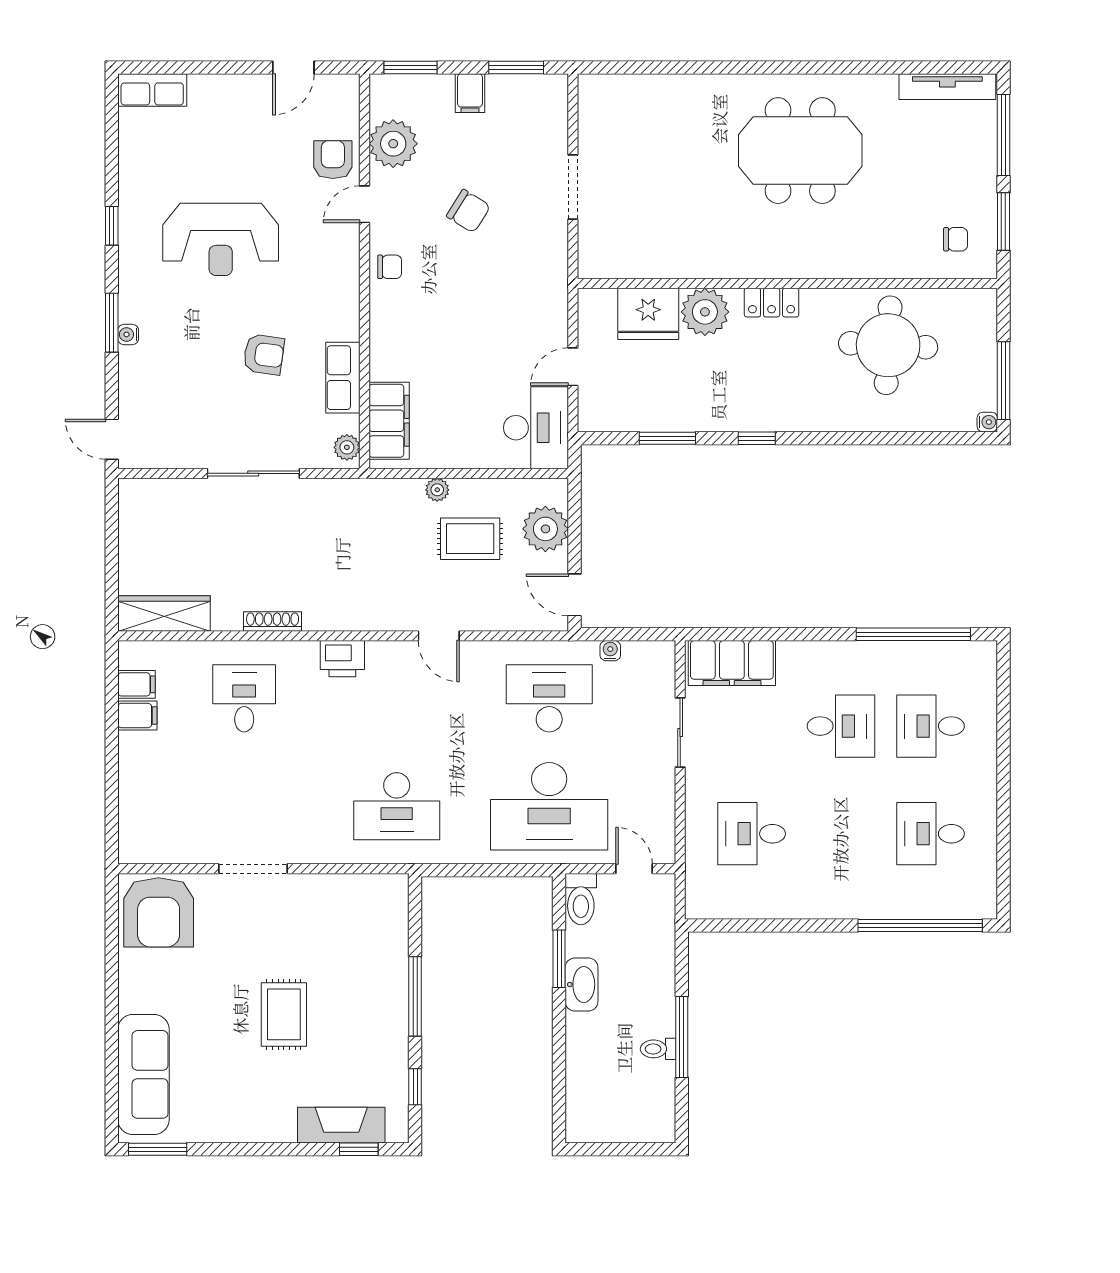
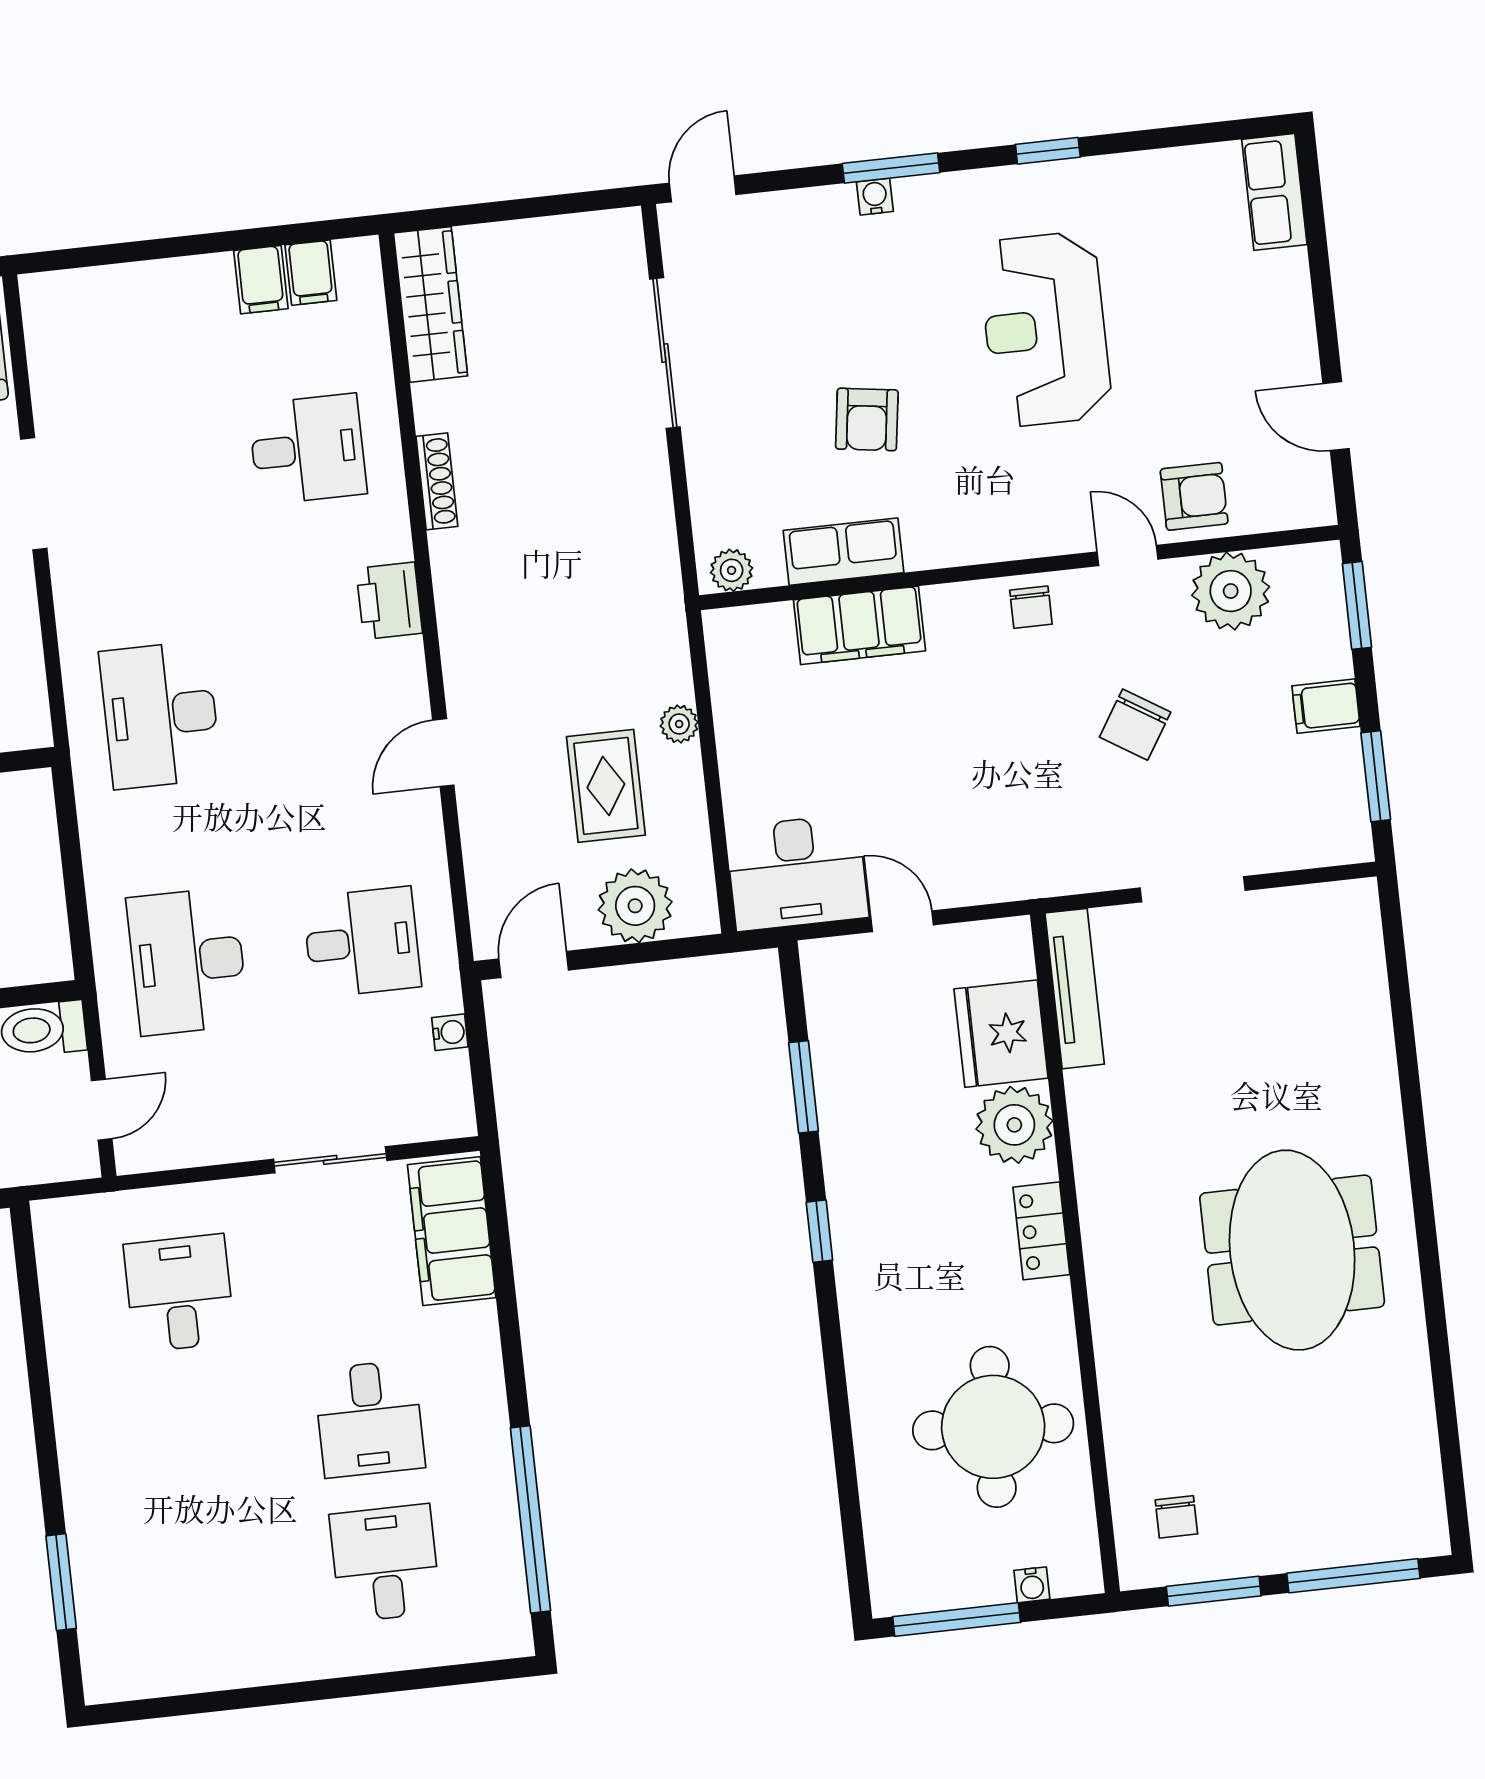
tv unit: (947, 87) -> (1075, 989), moved, turned 180
filing cabinet: (389, 421) -> (859, 625), moved
water cooler: (987, 422) -> (1032, 1585), moved
sliding door: (253, 473) -> (665, 353), moved
desk: (549, 698) -> (362, 942), width x0.73
desk: (549, 806) -> (188, 961), width x0.73, depth x0.77
desk: (930, 834) -> (211, 1583), removed
window: (920, 925) -> (61, 1582), width x0.47

